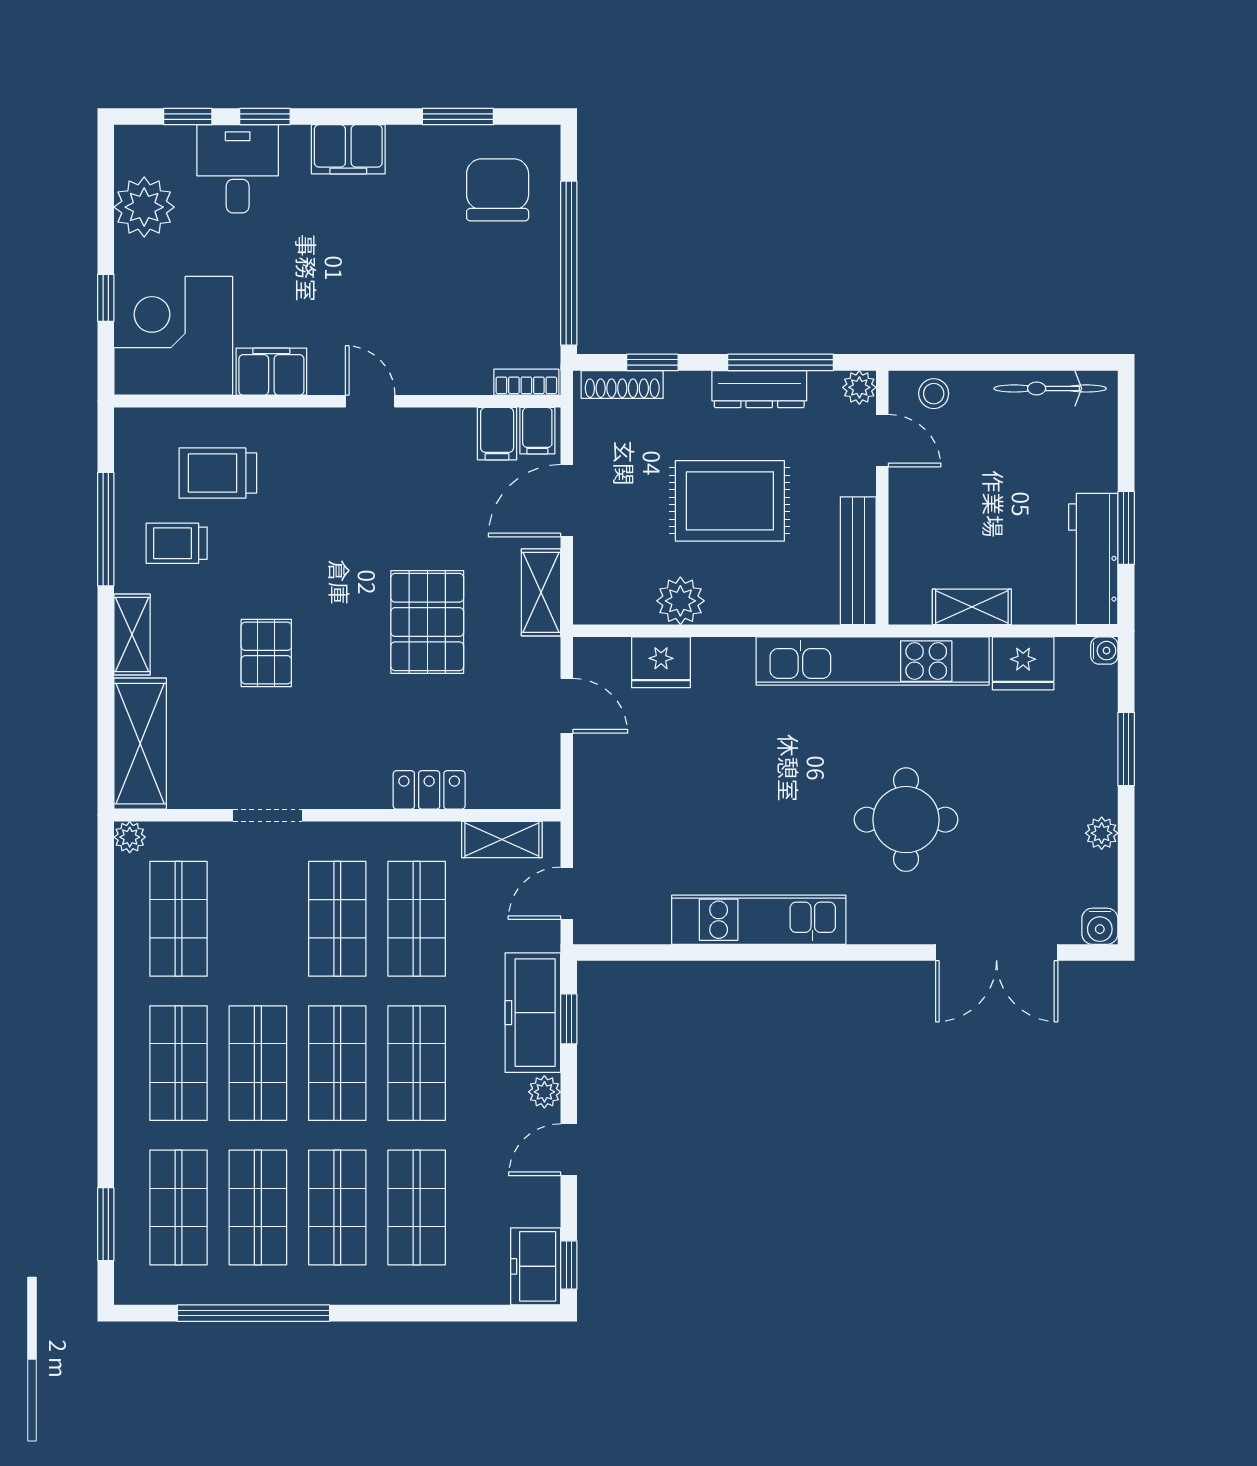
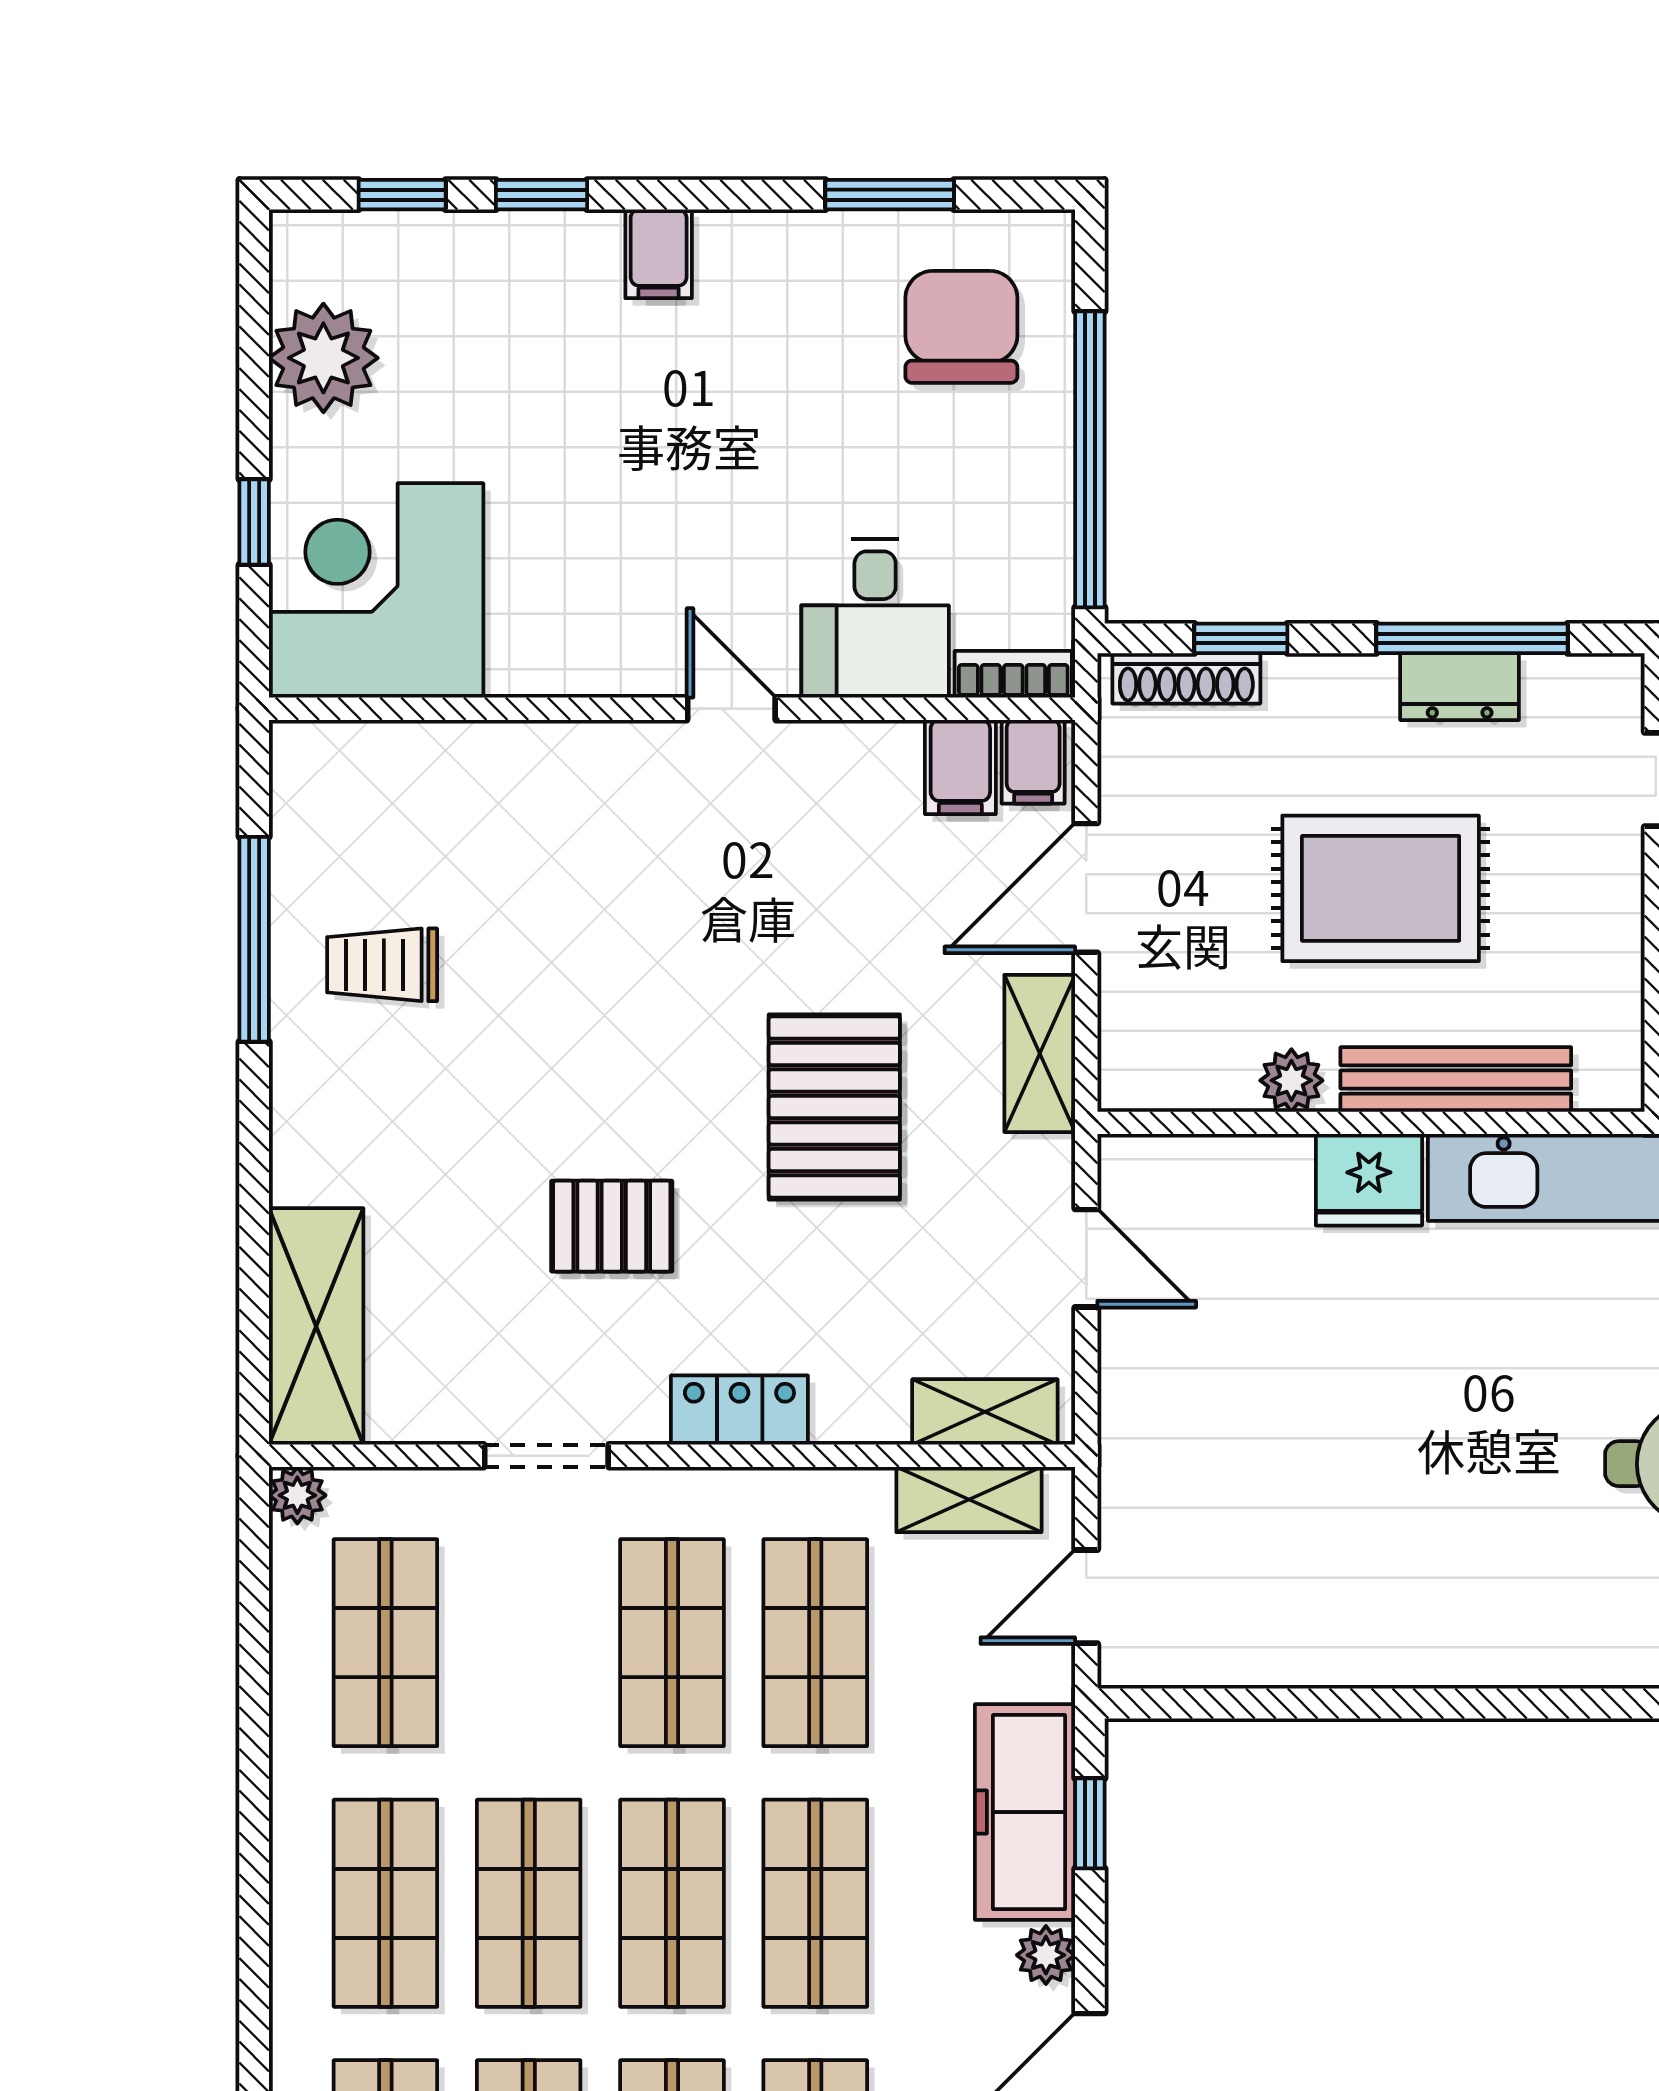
filing cabinet: (348, 149) -> (659, 254), width x0.50
desk: (238, 169) -> (875, 618), moved, turned 180
filing cabinet: (271, 372) -> (553, 655), removed
plant: (859, 387) -> (1614, 684), removed
dresser: (759, 389) -> (1460, 687), width x0.70
trolley: (218, 473) -> (457, 838), removed
bench: (858, 561) -> (1456, 1079), moved, turned 90
plant: (680, 601) -> (1291, 1080), width x0.73, depth x0.73
shelving: (132, 635) -> (985, 1412), moved, turned 90
pallet: (266, 653) -> (612, 1226), moved, turned 90
fridge: (661, 662) -> (1369, 1180), moved
locker: (429, 790) -> (739, 1410), moved
kitchen unit: (759, 920) -> (1433, 1644), removed

